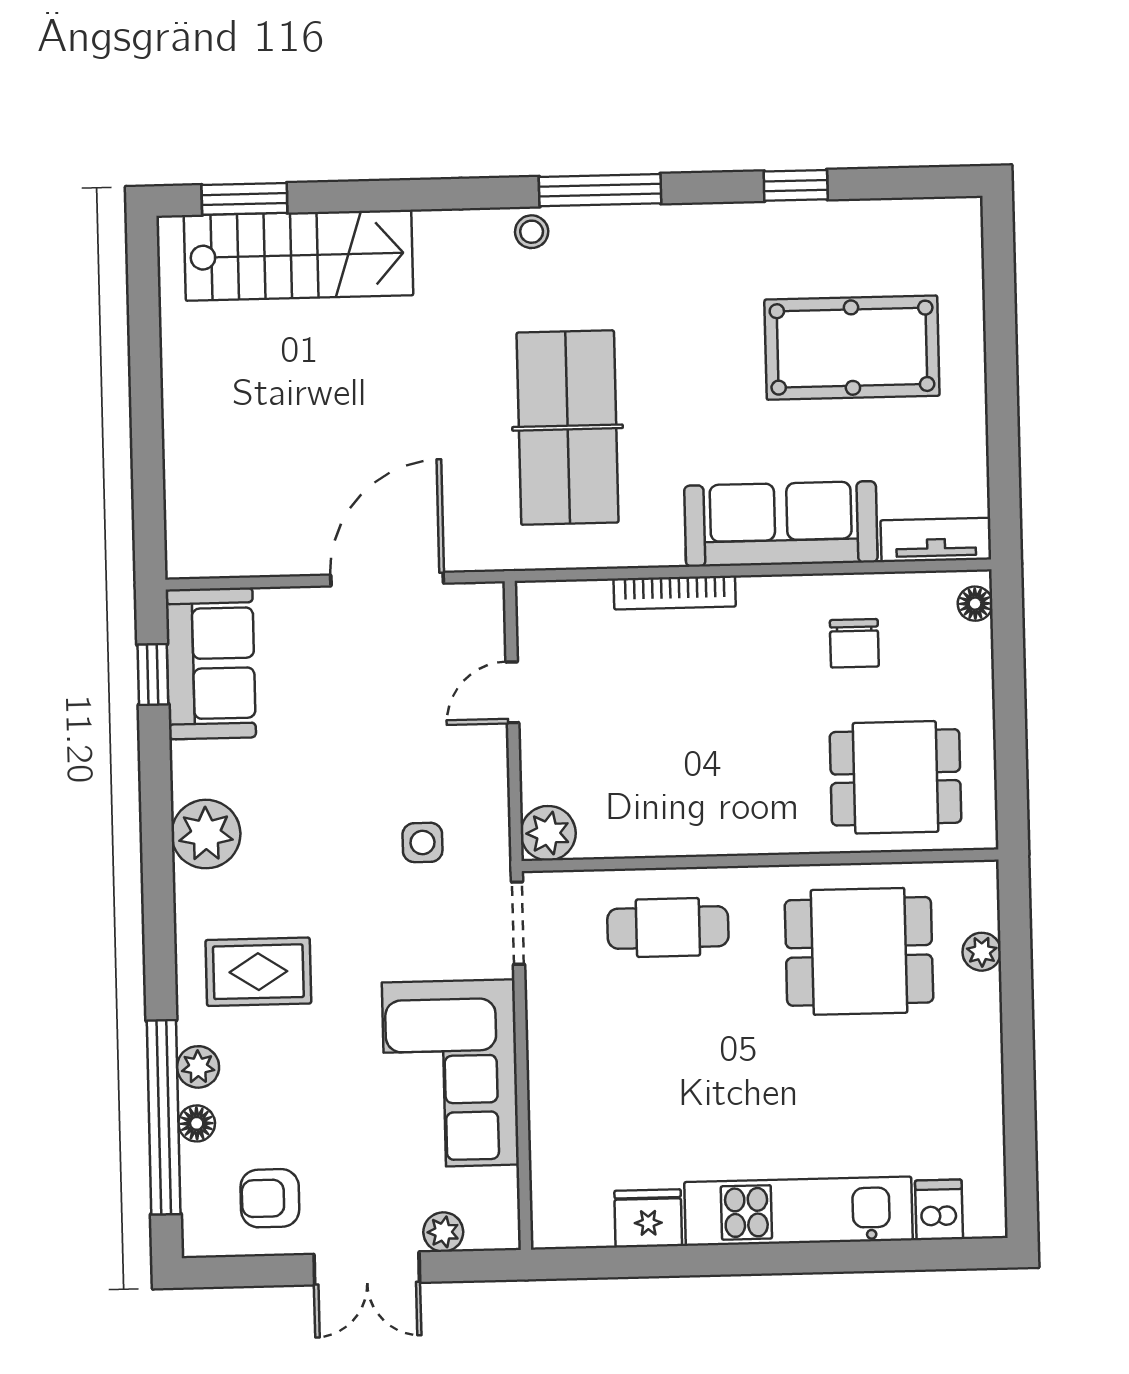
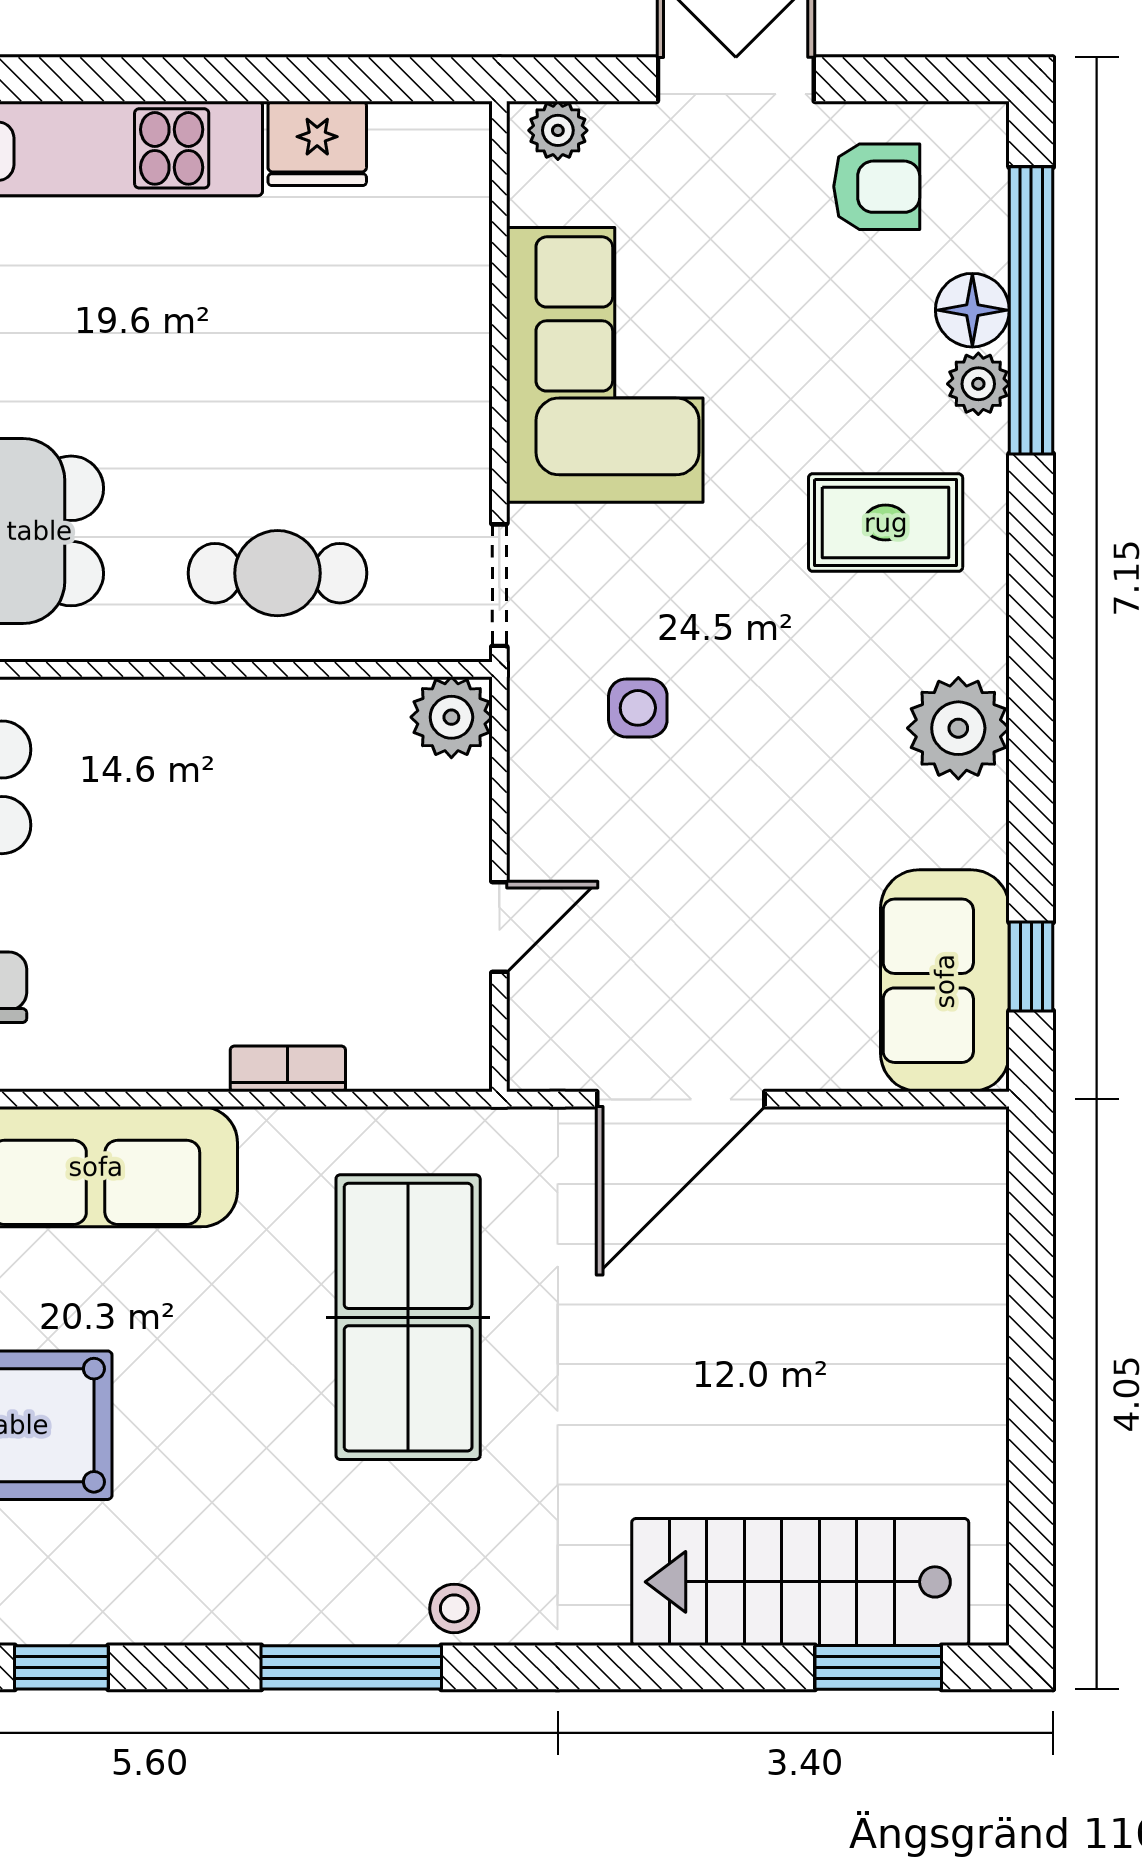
bookcase: (675, 593) -> (288, 1069), width x0.64
floor lamp: (197, 1123) -> (972, 310), width x1.37, depth x1.37
plant: (443, 1232) -> (558, 130), moved

